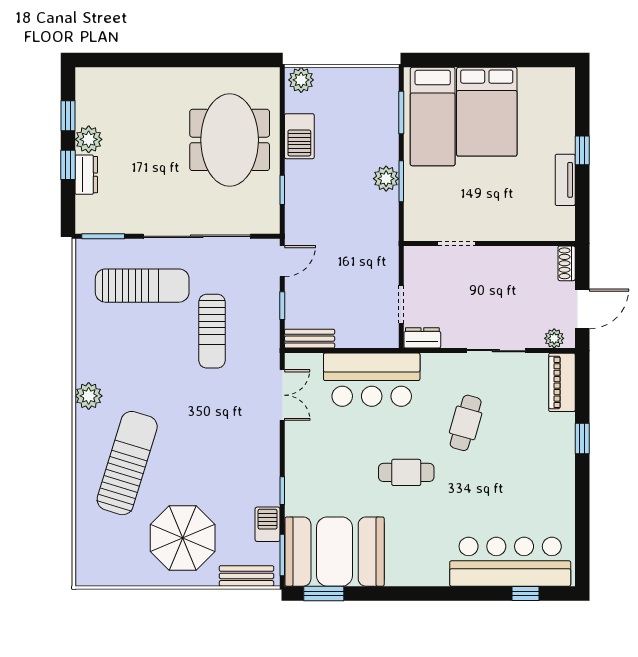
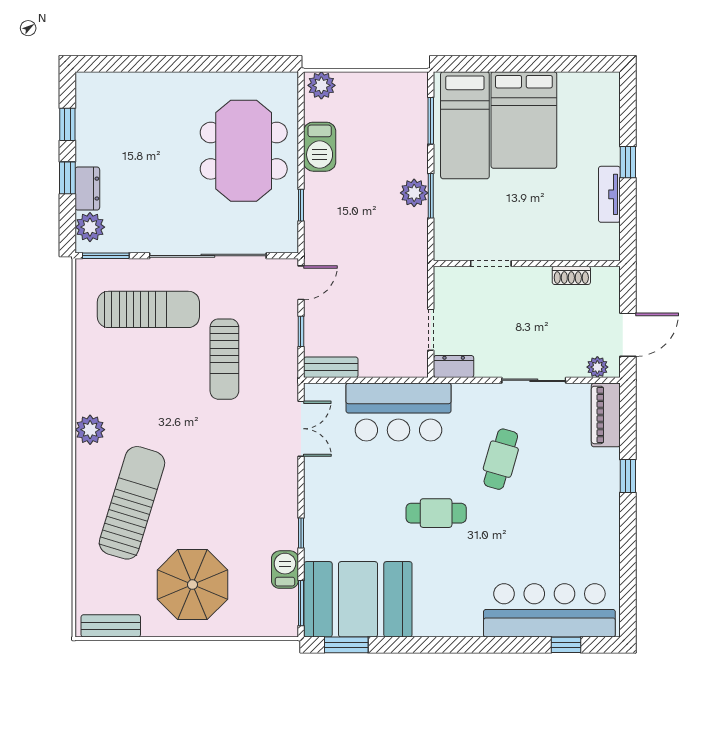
plant: (89, 139) -> (90, 227), moved
shoe rack: (567, 263) -> (571, 275), moved, turned -90
bench: (247, 576) -> (111, 626), moved

